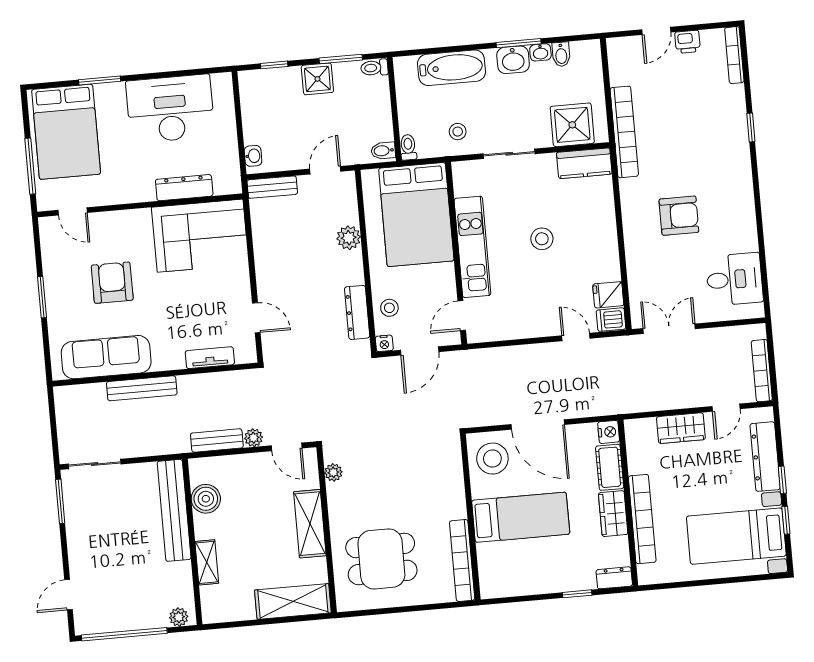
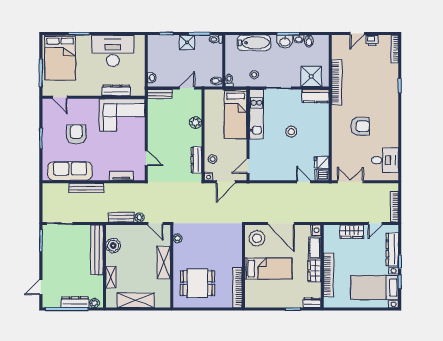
bed: (416, 215) -> (236, 114), width x0.67
kitchen unit: (472, 247) -> (256, 114), moved
shelving: (293, 601) -> (136, 300), moved
dresser: (139, 619) -> (75, 302), added

